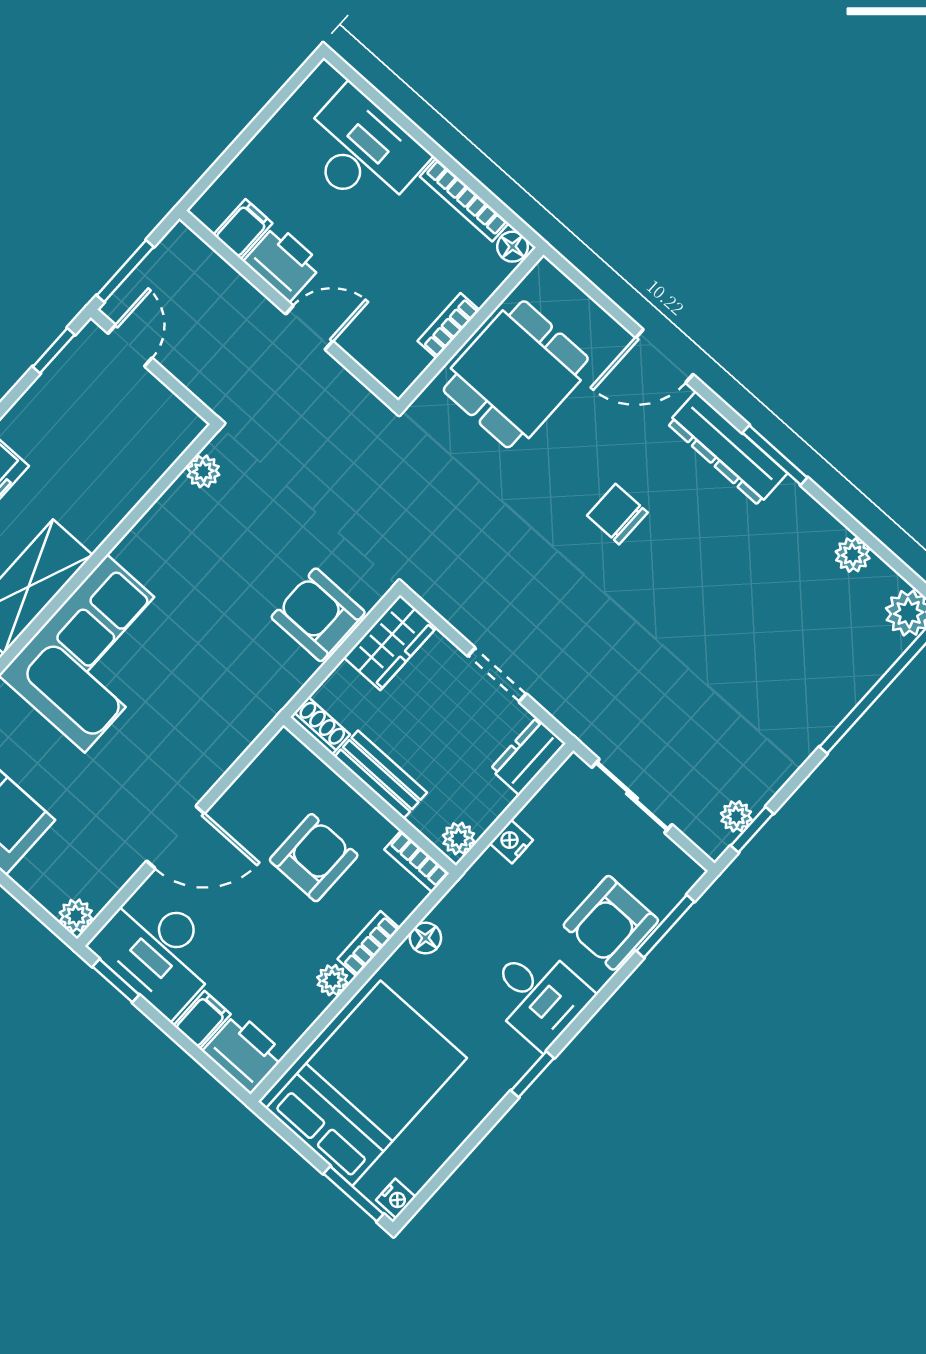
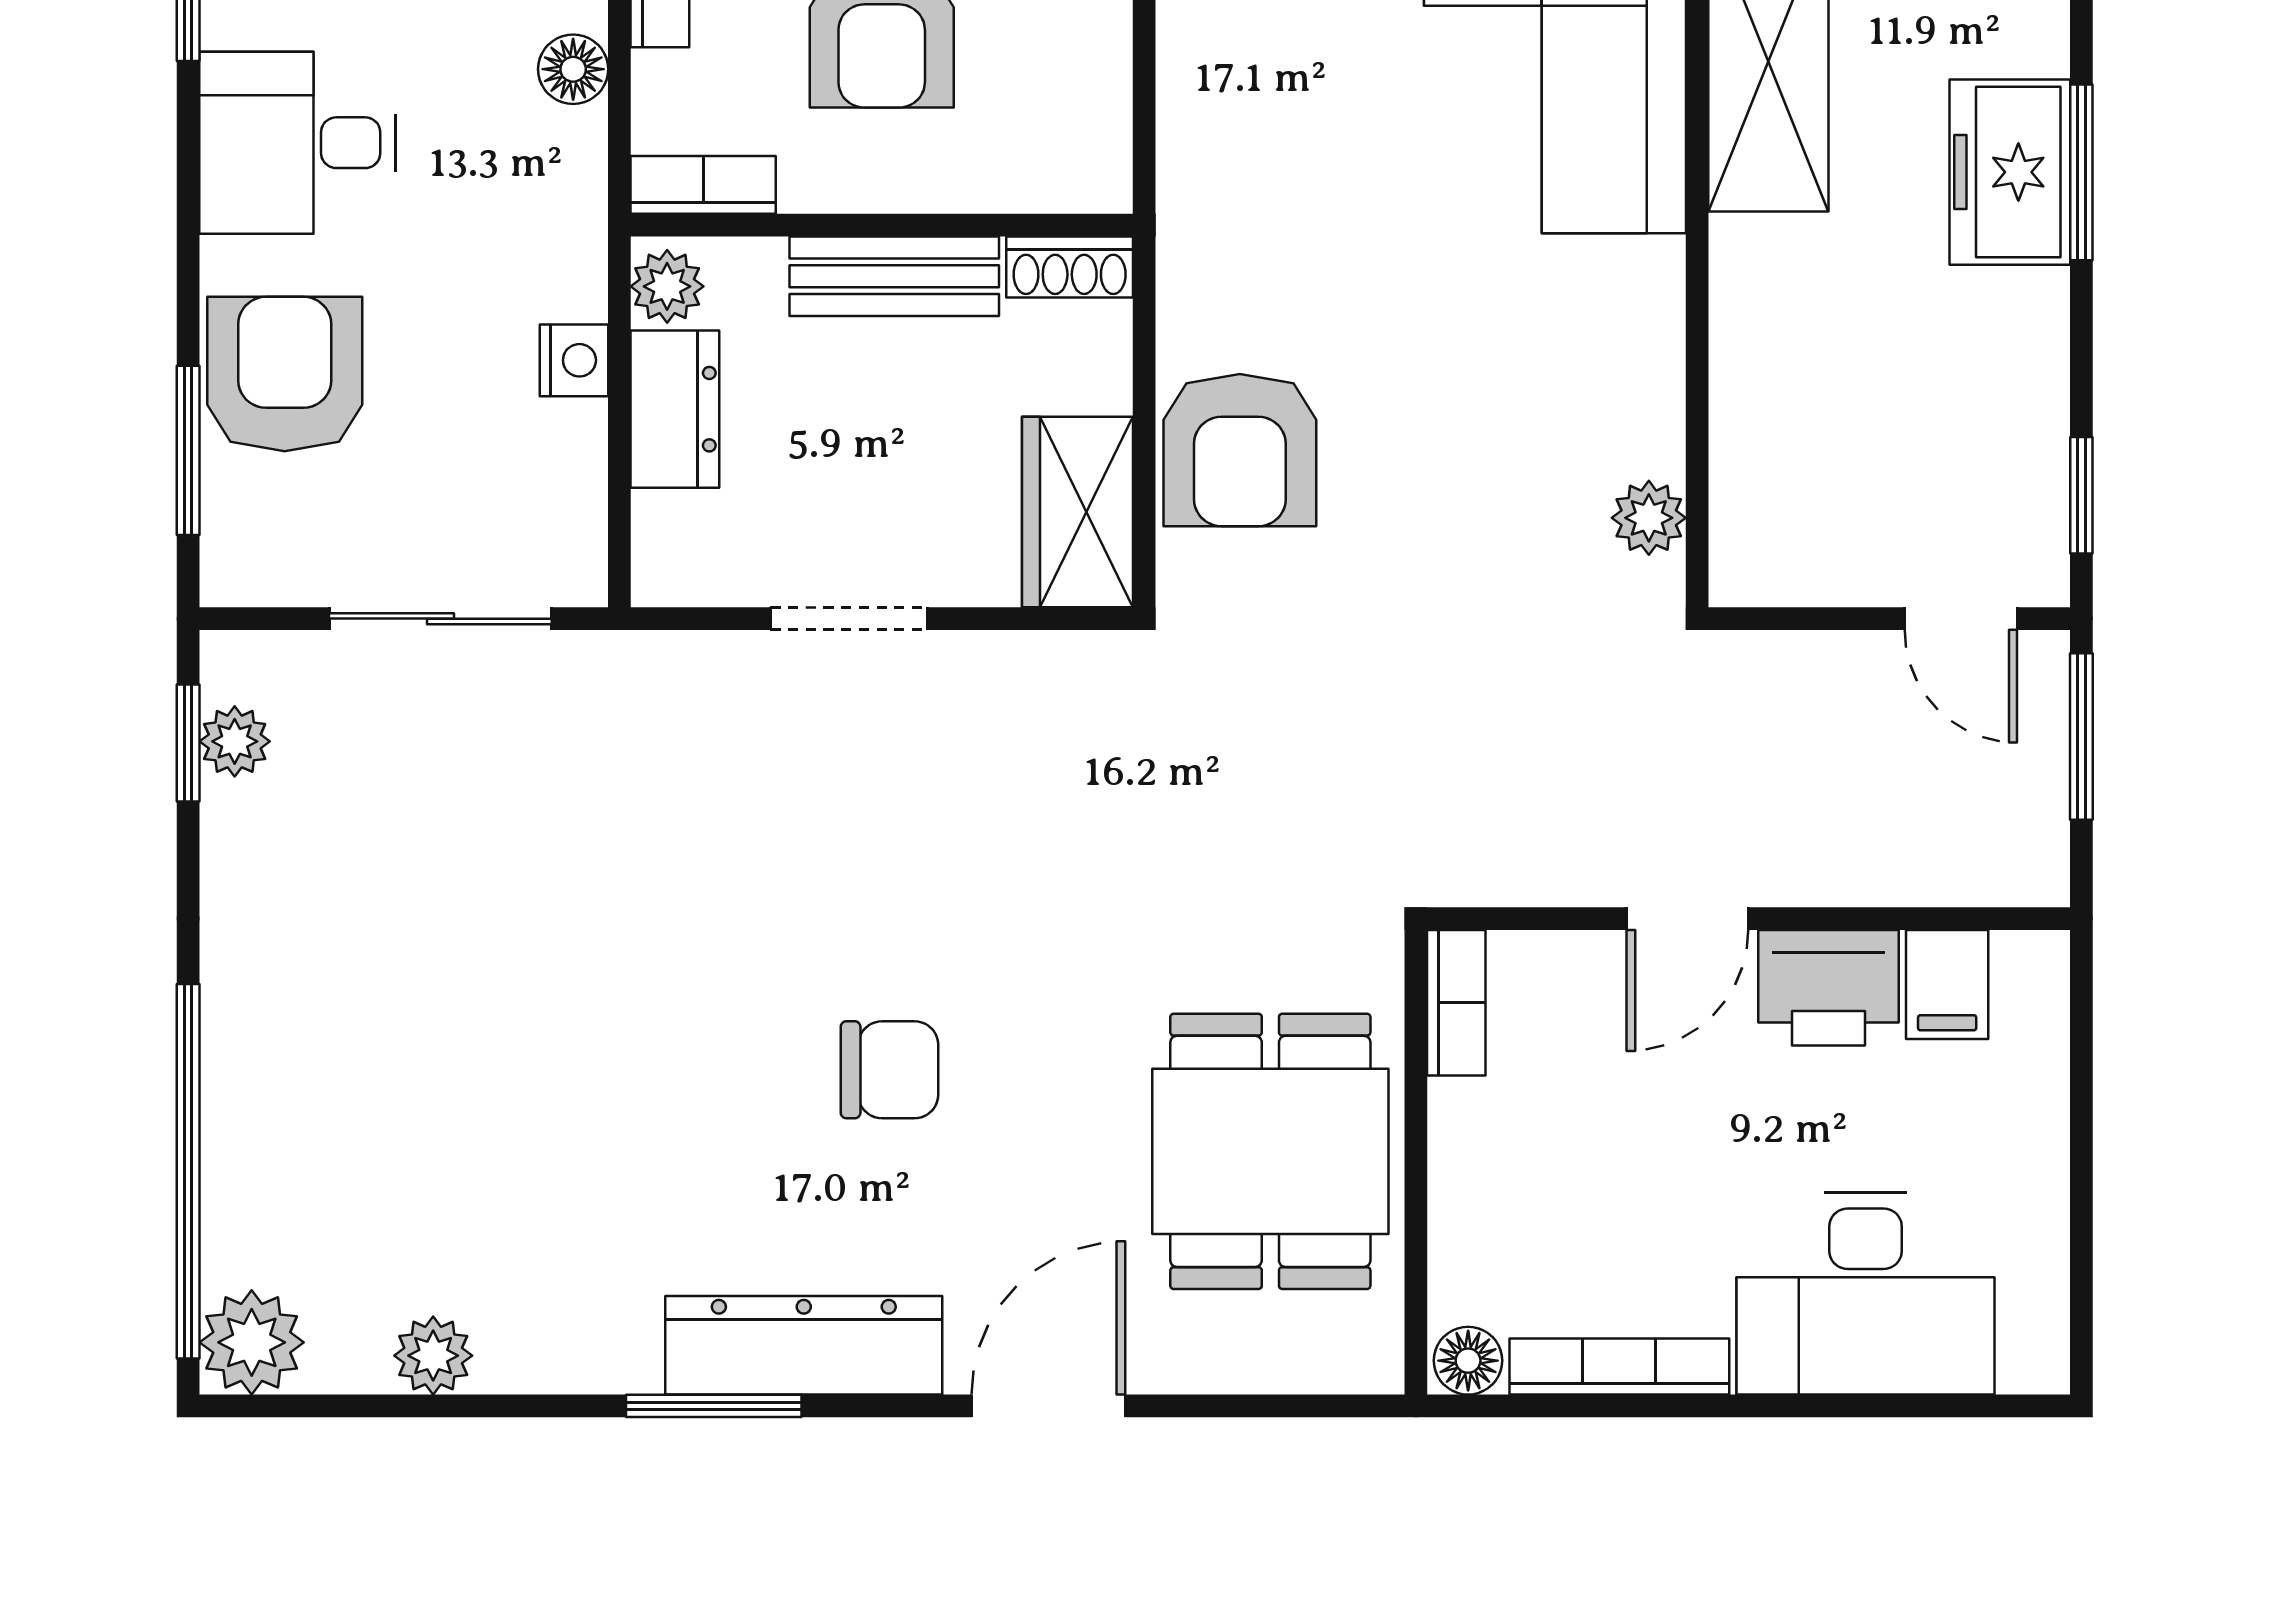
bookcase: (449, 326) -> (1456, 1003), moved
armchair: (318, 615) -> (1240, 450), turned 90
dresser: (528, 756) -> (675, 409), moved

